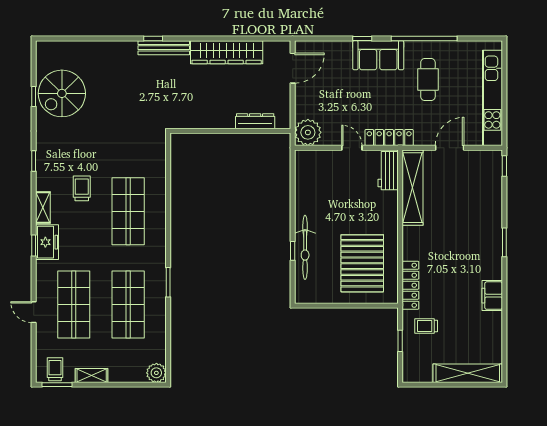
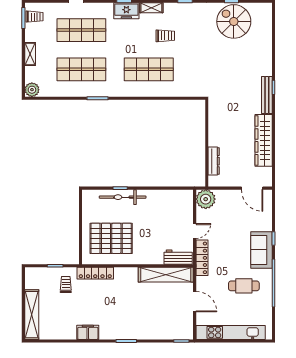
shelving: (92, 375) -> (30, 54), moved

